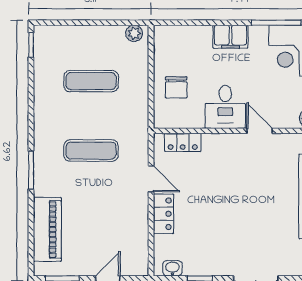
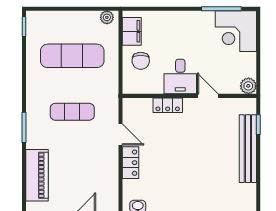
filing cabinet: (230, 37) -> (132, 31), moved, turned -90
exercise mat: (91, 81) -> (72, 56), width x1.36, depth x1.45
locker: (183, 142) -> (168, 105), moved

